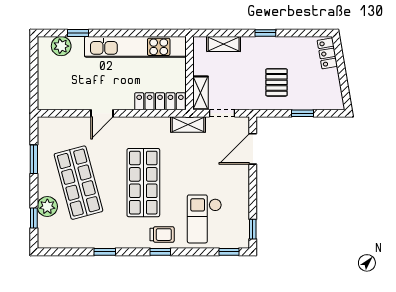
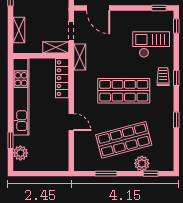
checkout: (204, 219) -> (151, 45), turned 180

